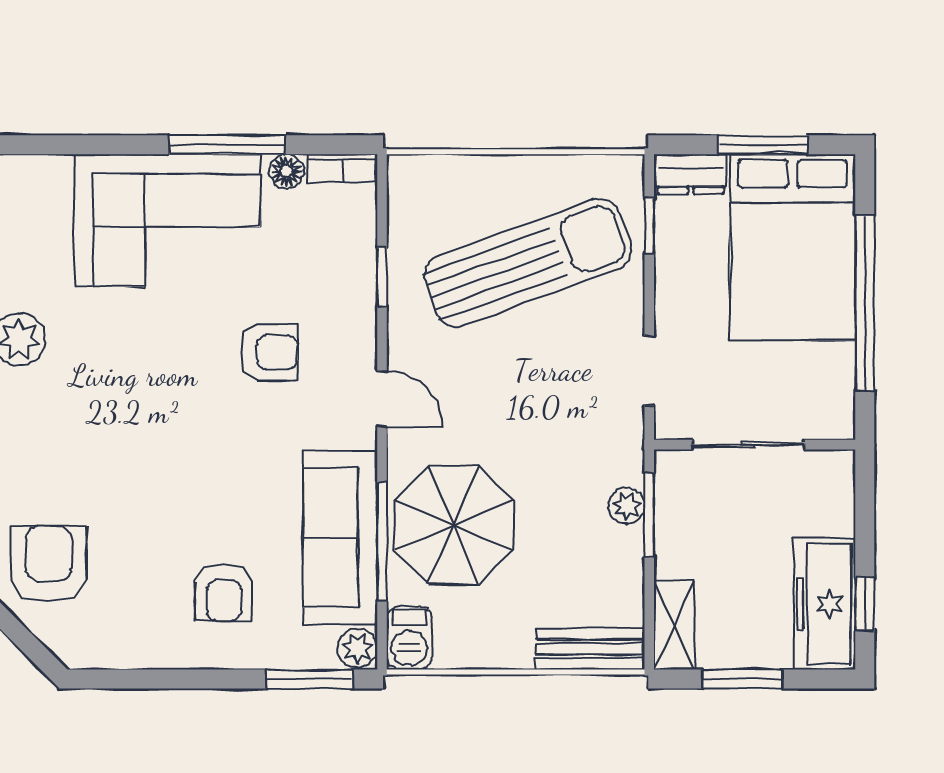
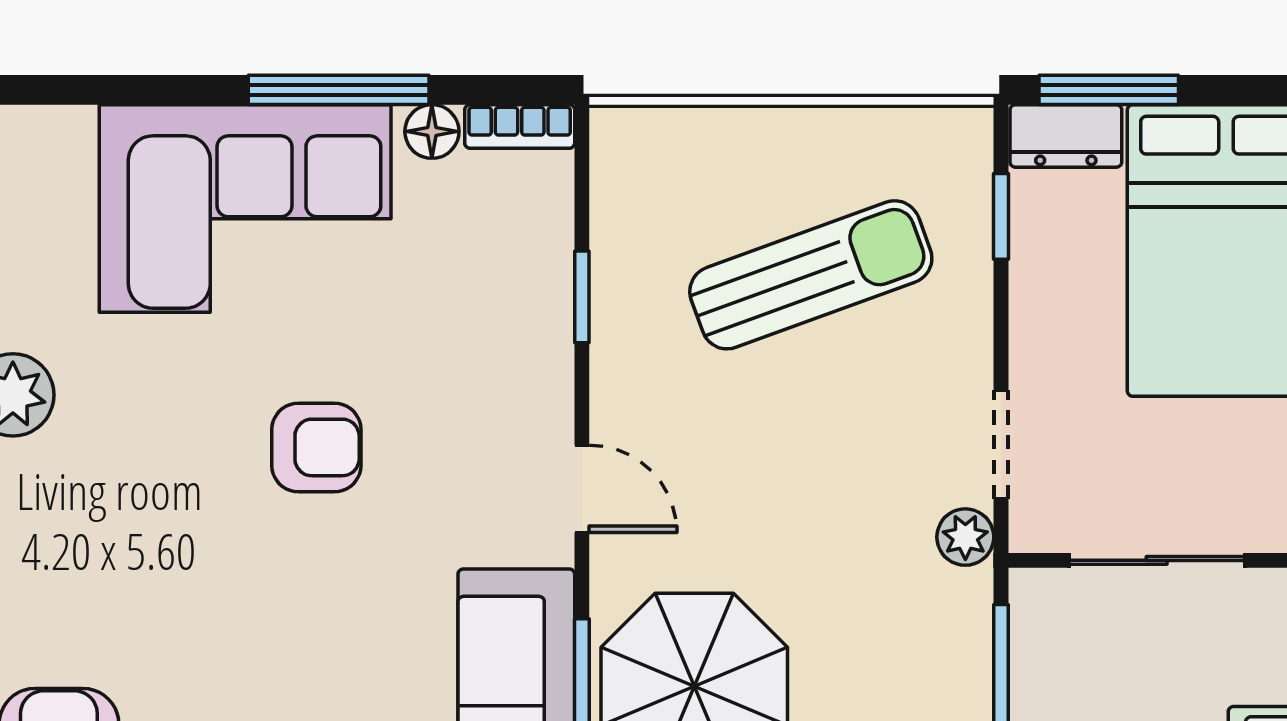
window: (763, 145) -> (1109, 90), moved
sun lounger: (528, 263) -> (811, 275), width x0.73, depth x0.75
armchair: (269, 352) -> (316, 447), moved
plant: (626, 506) -> (965, 537), moved

